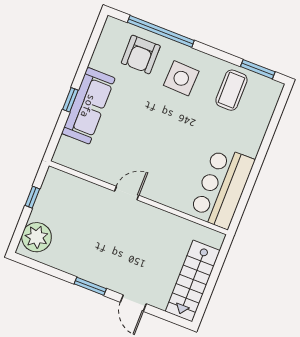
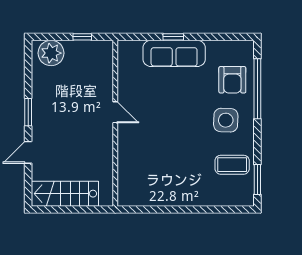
armchair: (141, 54) -> (232, 80), turned -90
bar counter: (222, 187) -> (150, 188), removed

